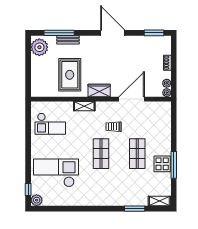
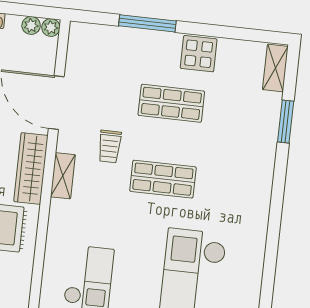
wardrobe: (99, 91) -> (31, 168), width x1.50
shelving: (84, 106) -> (63, 176), moved
window: (174, 165) -> (147, 23), moved

